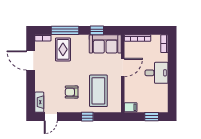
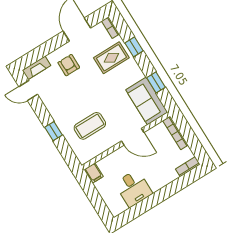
window: (65, 30) -> (134, 47), width x0.46
desk: (157, 73) -> (134, 188), moved
coffee table: (98, 91) -> (90, 126), width x0.73, depth x0.76
armchair: (72, 92) -> (69, 65), moved
window: (152, 117) -> (98, 203), removed

